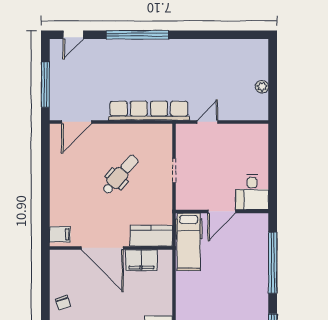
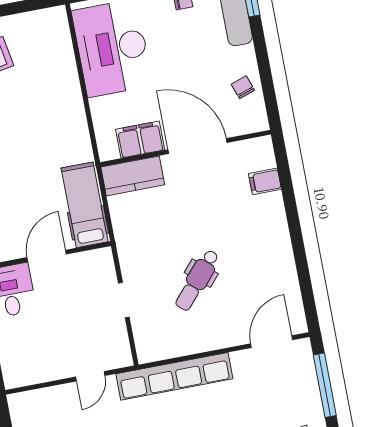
kitchen counter: (151, 236) -> (133, 176), moved
door: (102, 248) -> (198, 146), moved
wall: (111, 248) -> (185, 148), moved
filing cabinet: (141, 260) -> (140, 140), moved

